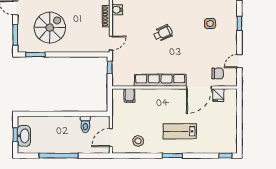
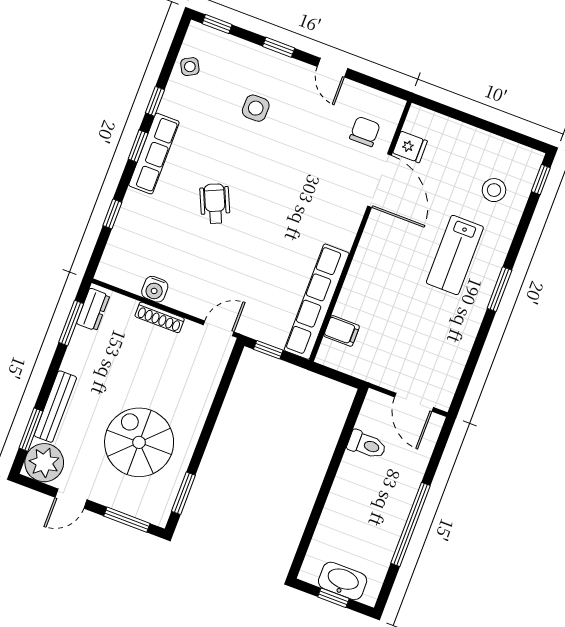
wheelchair: (163, 33) -> (215, 204), moved
door: (111, 43) -> (219, 328), hinge flipped
door: (239, 61) -> (332, 68), moved
row of seats: (160, 80) -> (317, 302), moved
stool: (138, 141) -> (494, 190), moved

